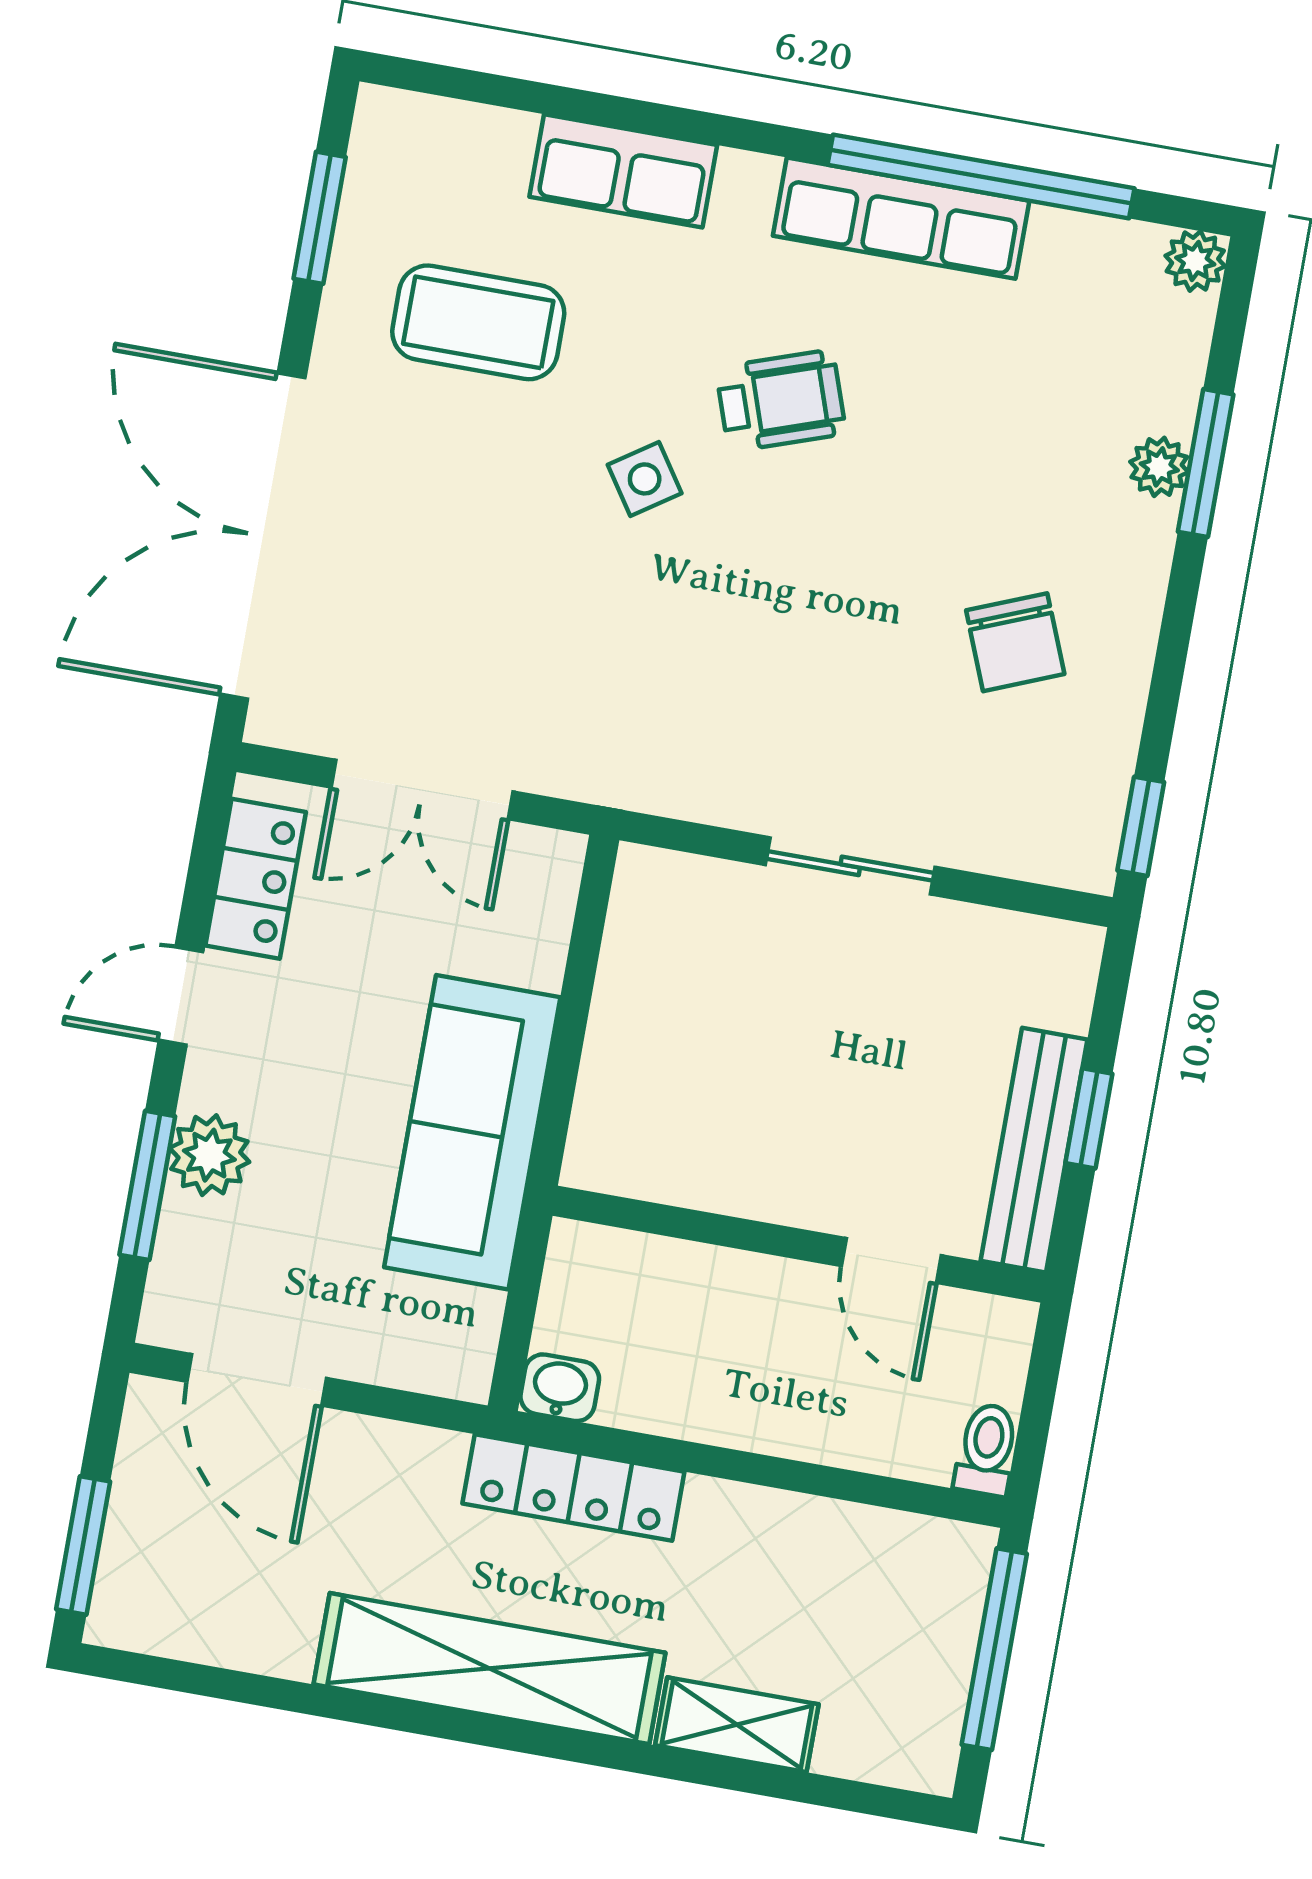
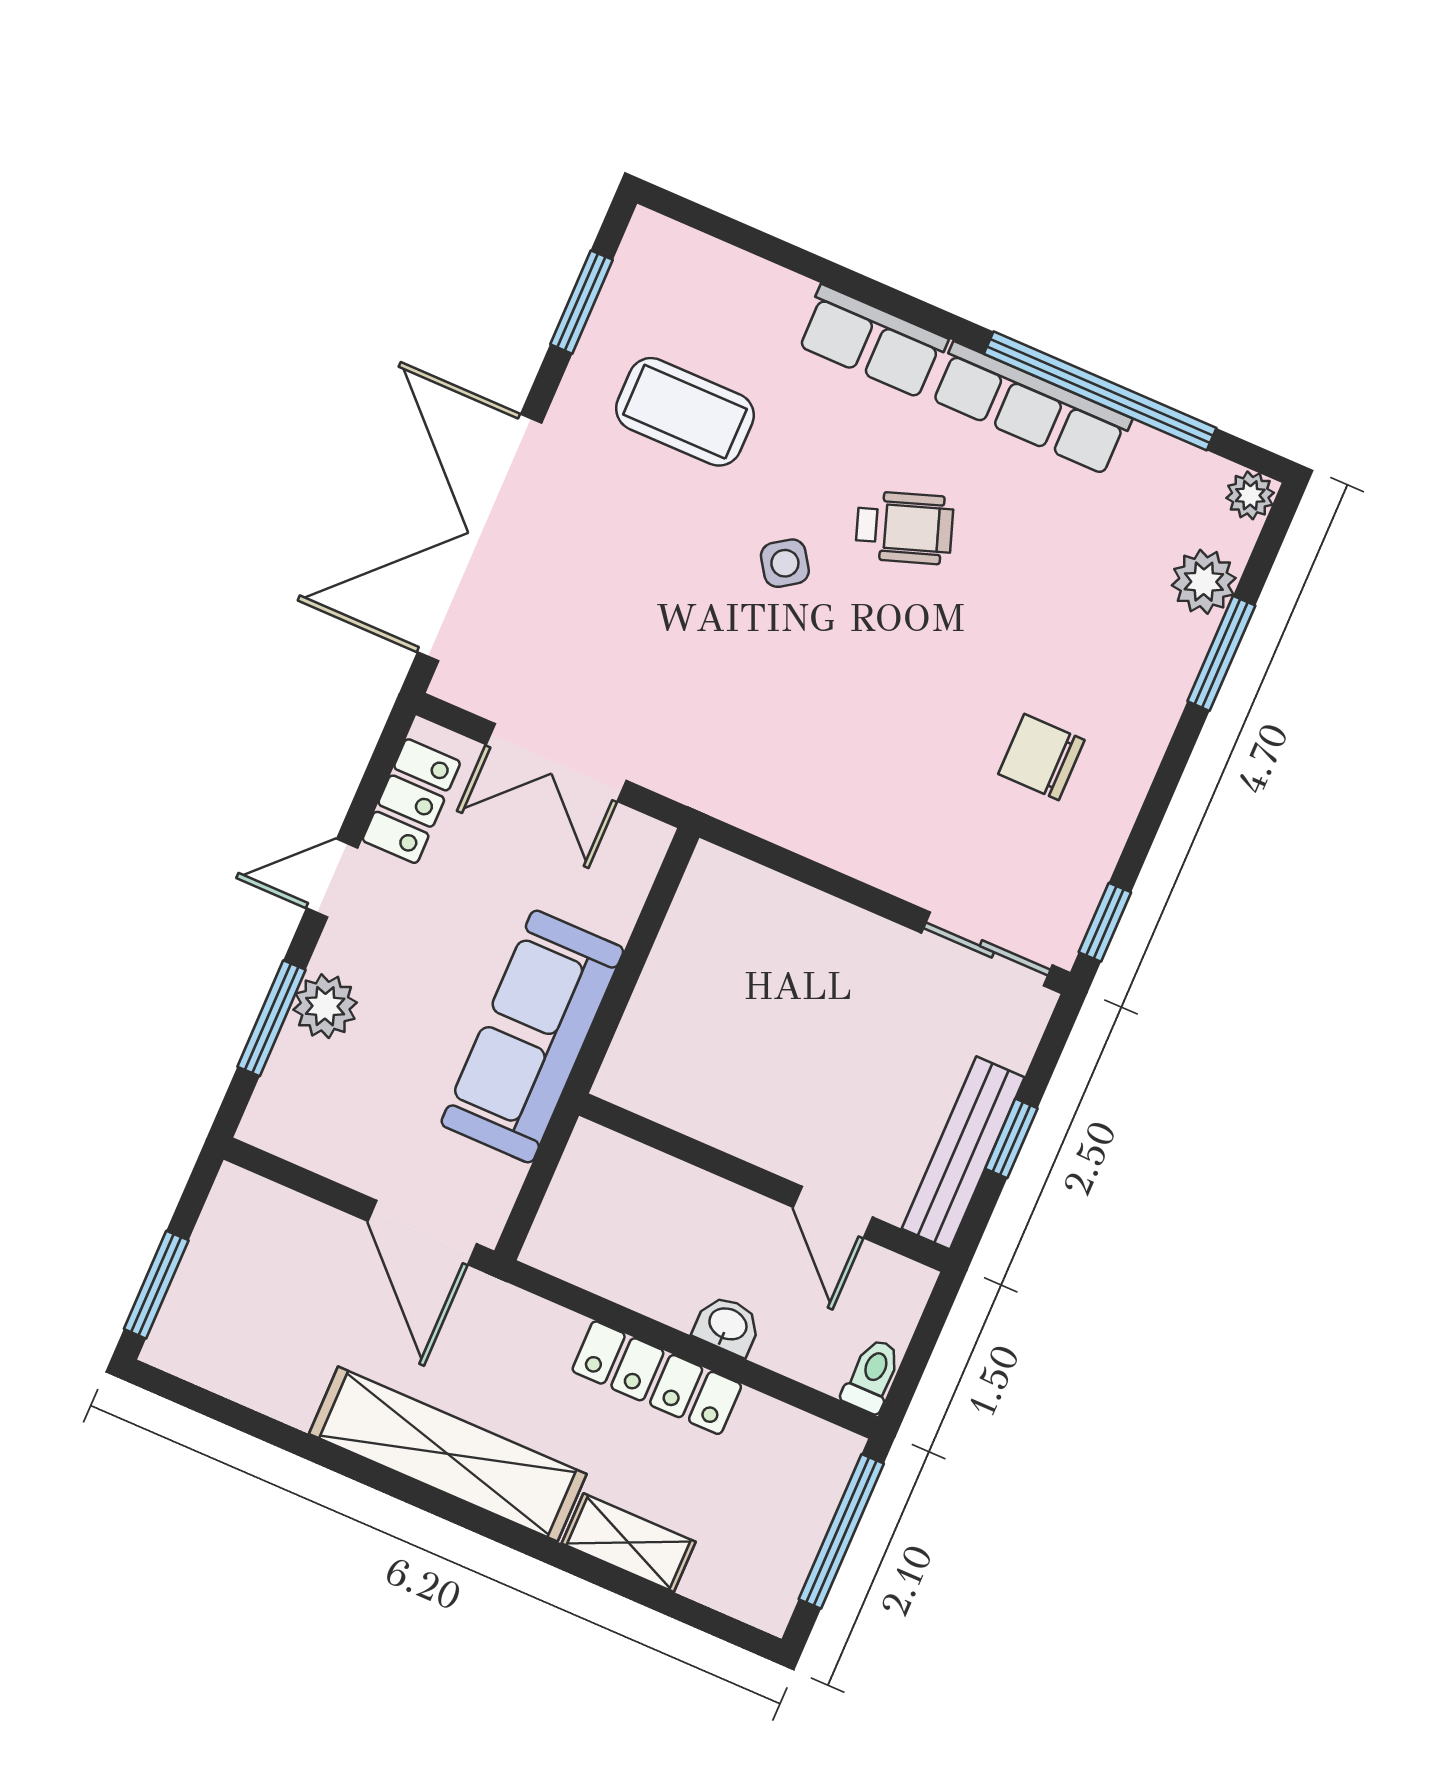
row of seats: (623, 171) -> (872, 342), moved
plant: (1159, 467) -> (1204, 582), moved, width x1.38, depth x1.38
chair: (1015, 642) -> (1041, 757), turned 112
sliding door: (850, 866) -> (987, 949), moved
door: (257, 1380) -> (422, 1232), moved
washbasin: (560, 1388) -> (727, 1325), moved
locker: (573, 1488) -> (657, 1378), moved

